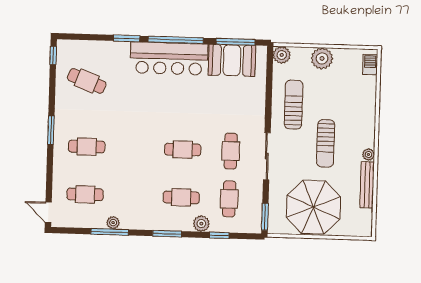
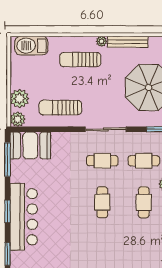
window: (176, 40) -> (7, 211), width x0.47
plant: (322, 58) -> (20, 99), moved
booth: (232, 60) -> (30, 145), moved, turned 90
barbecue: (370, 65) -> (31, 46), width x1.88, depth x1.53
sun lounger: (326, 143) -> (80, 60), moved, turned 180

